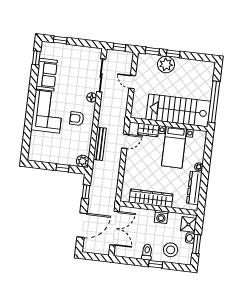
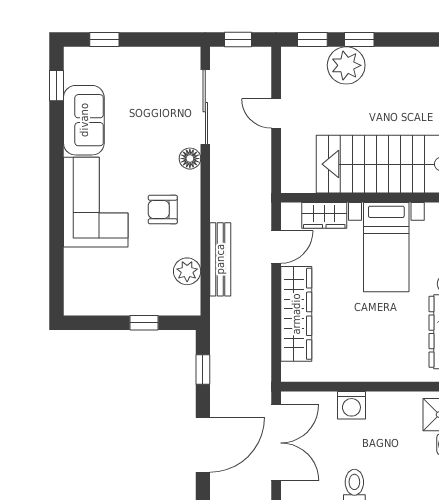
plant: (83, 161) -> (187, 271), moved
wardrobe: (151, 198) -> (296, 314), moved, turned 90
washing machine: (161, 217) -> (351, 405), moved
stool: (171, 250) -> (406, 476), removed

